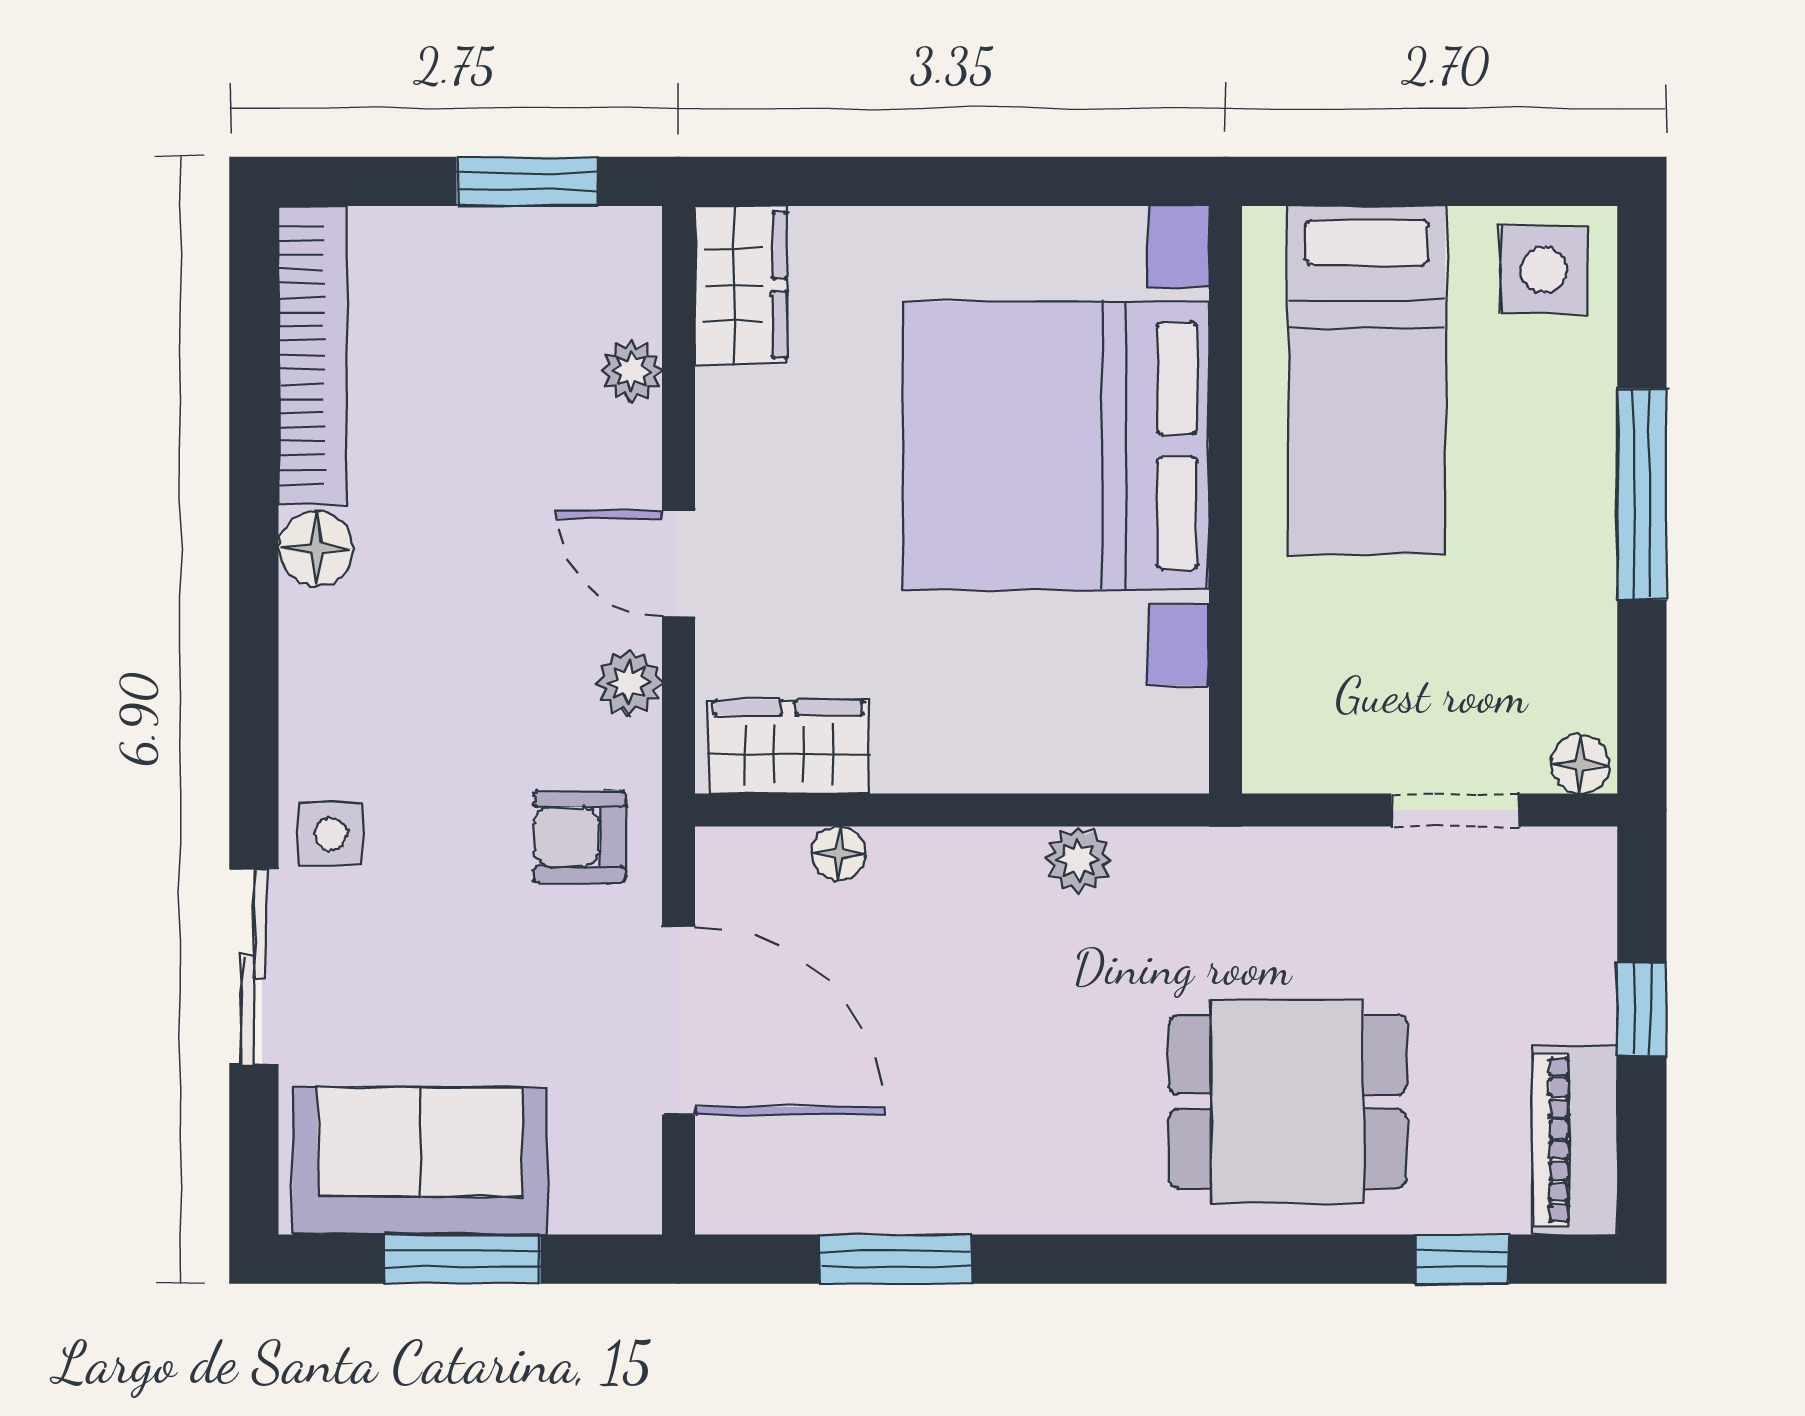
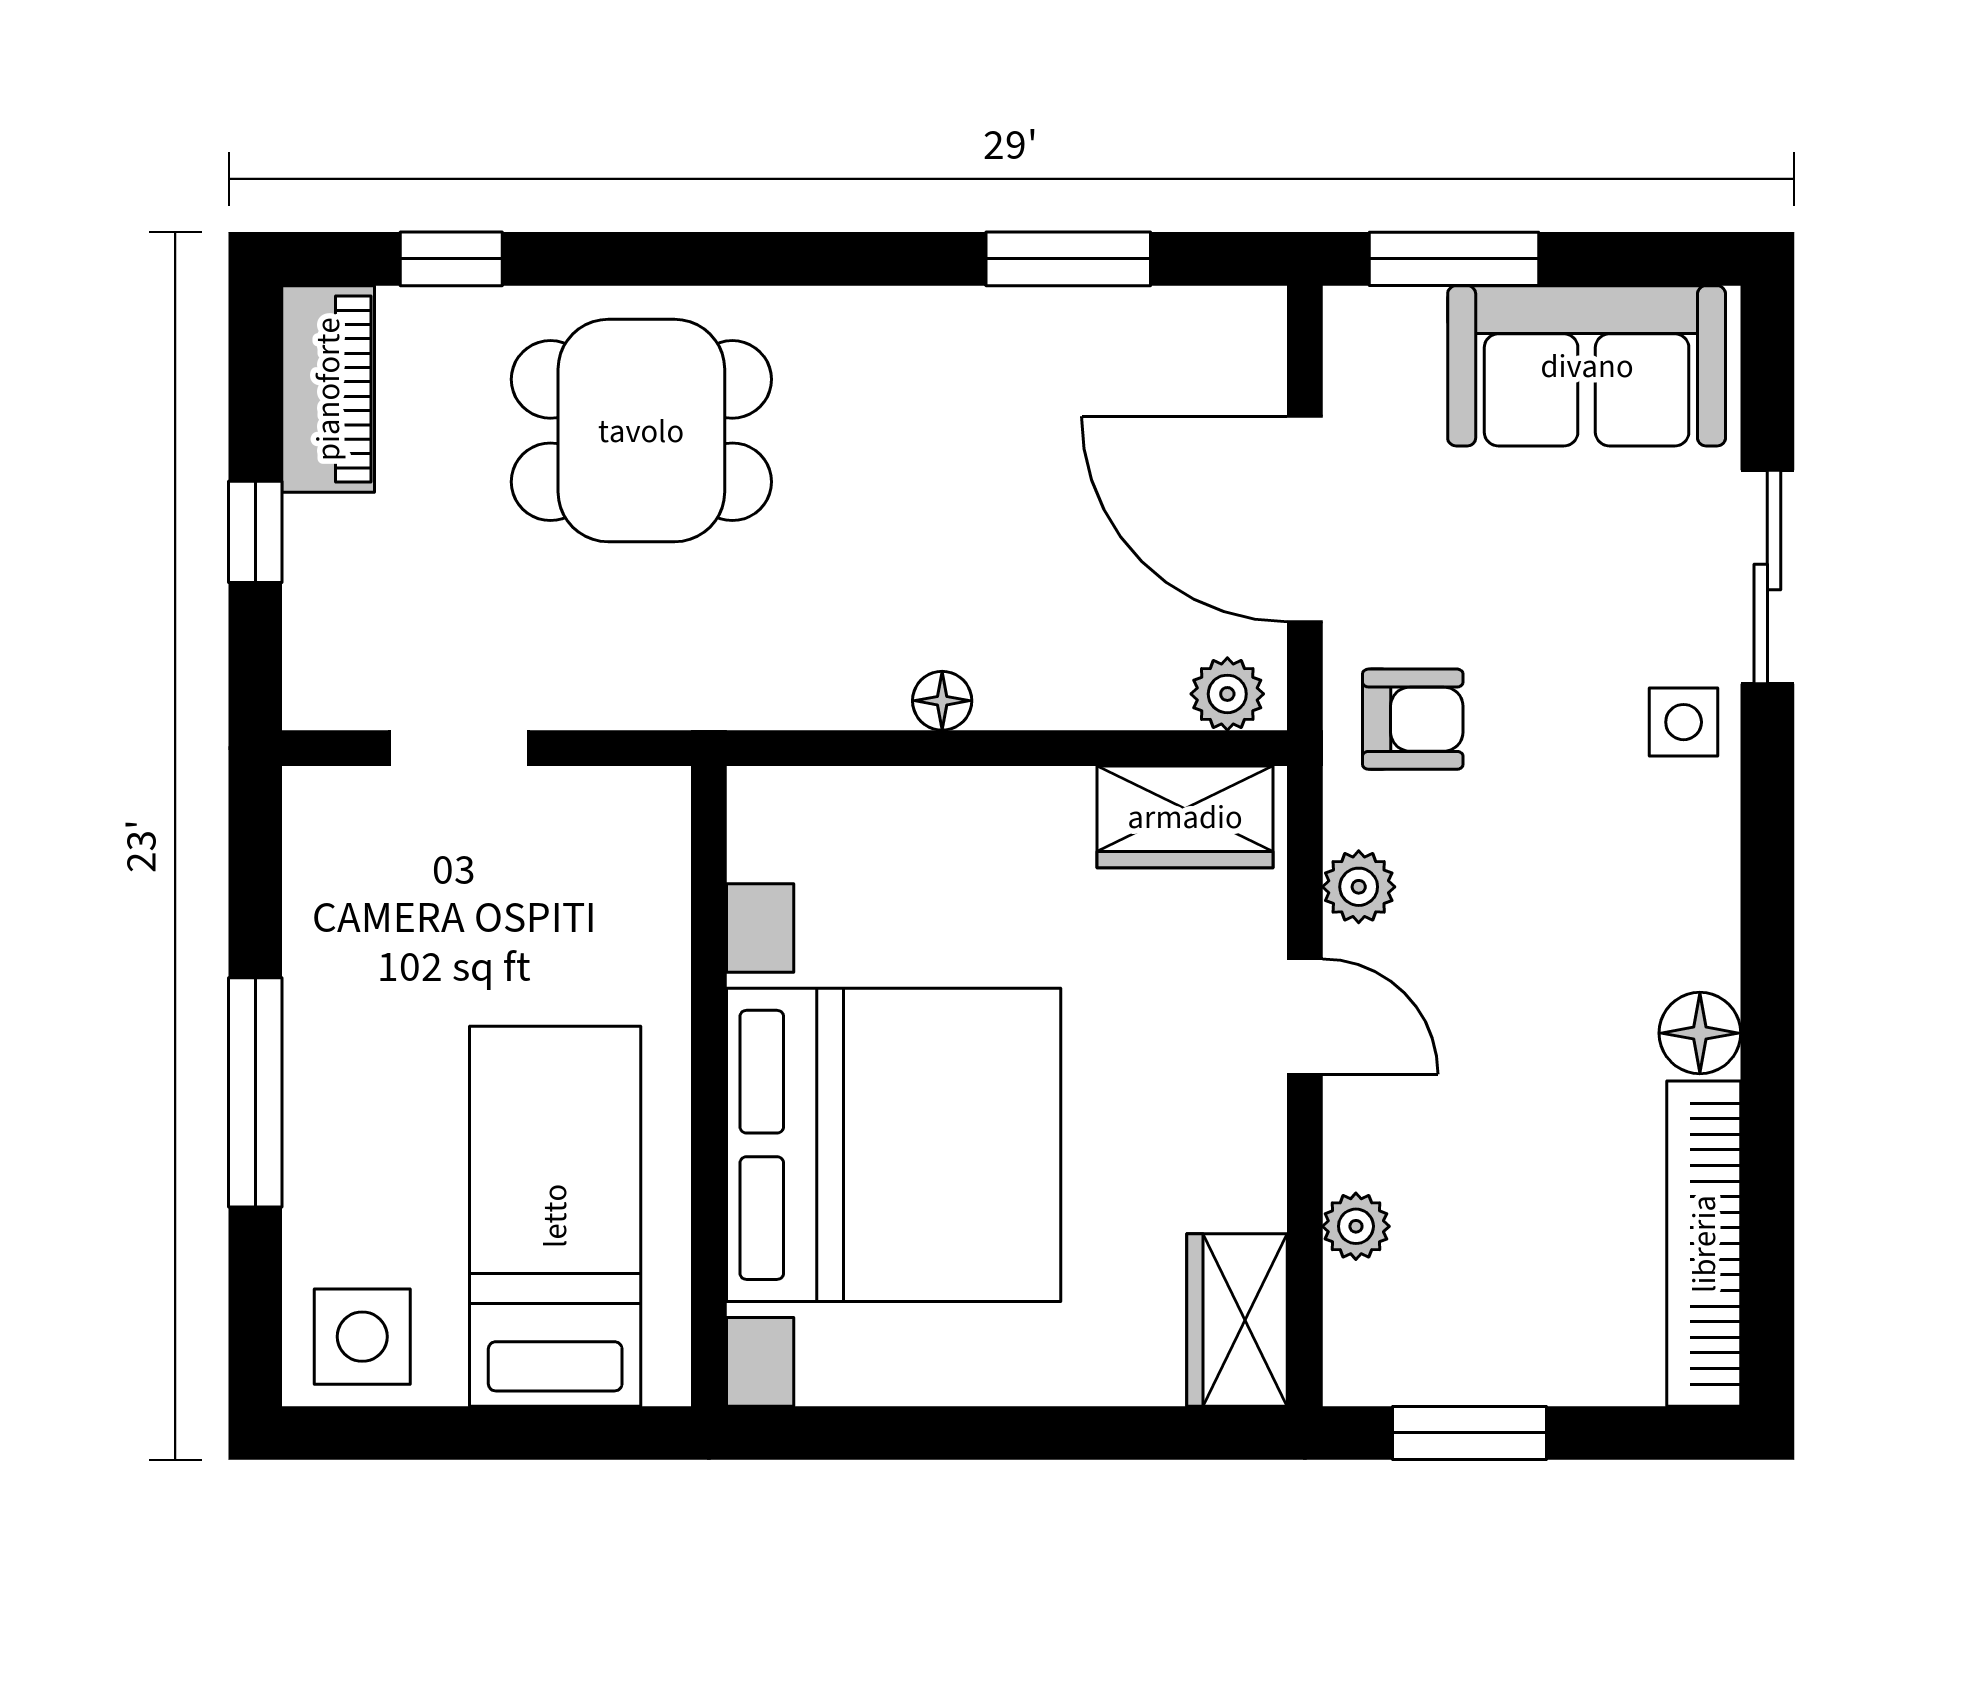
floor lamp: (1580, 764) -> (322, 798), removed
floor lamp: (839, 854) -> (942, 701), moved
plant: (1078, 860) -> (1227, 694), moved
window: (463, 1259) -> (1454, 259), moved

